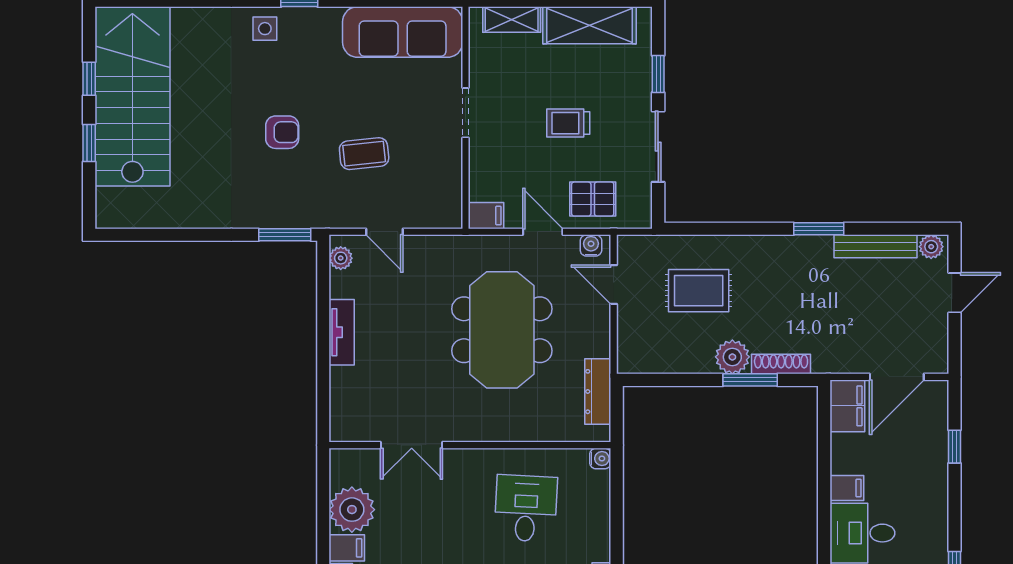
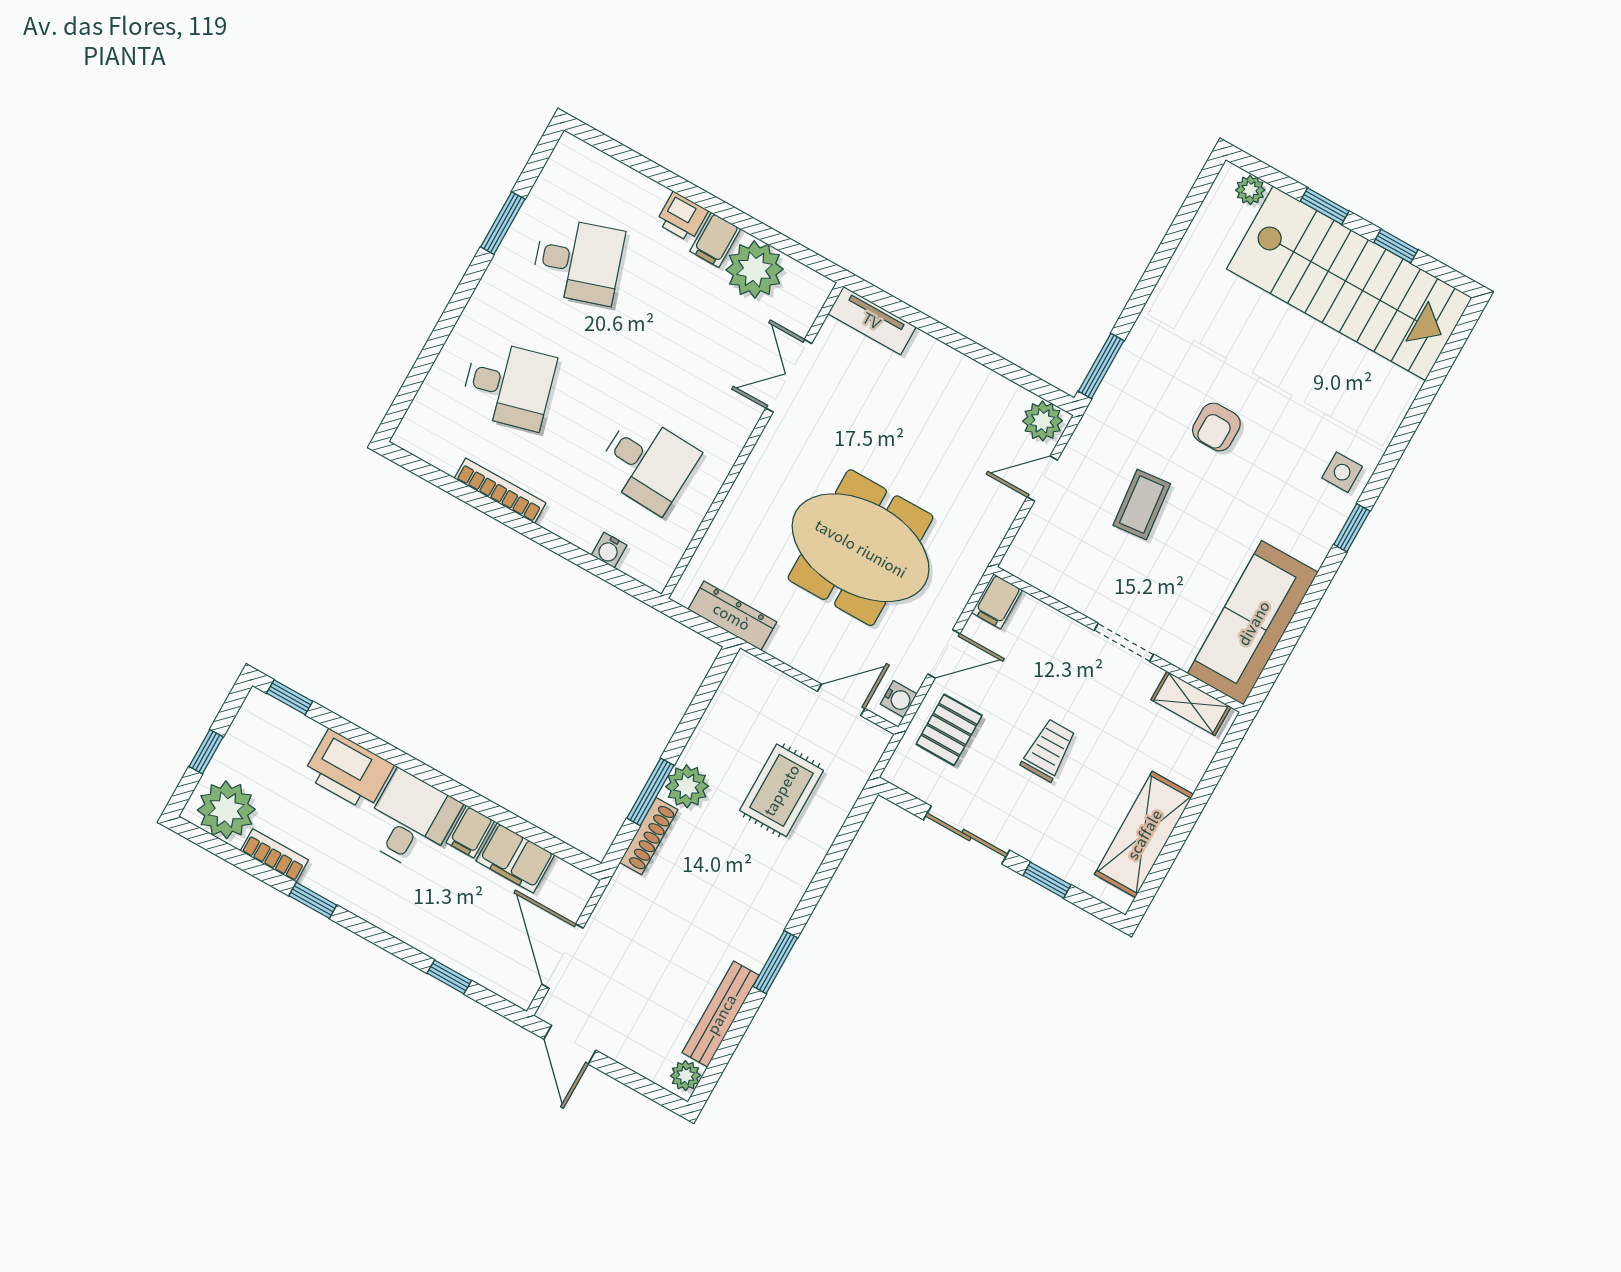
shelving: (512, 19) -> (1191, 703), moved, turned 90
plant: (107, 200) -> (1250, 190), added
plant: (341, 258) -> (1043, 421), width x1.38, depth x1.38
door: (954, 293) -> (570, 1045), moved
tv unit: (342, 332) -> (872, 320), moved
filing cabinet: (847, 406) -> (515, 858), moved
water cooler: (600, 459) -> (609, 550), moved

